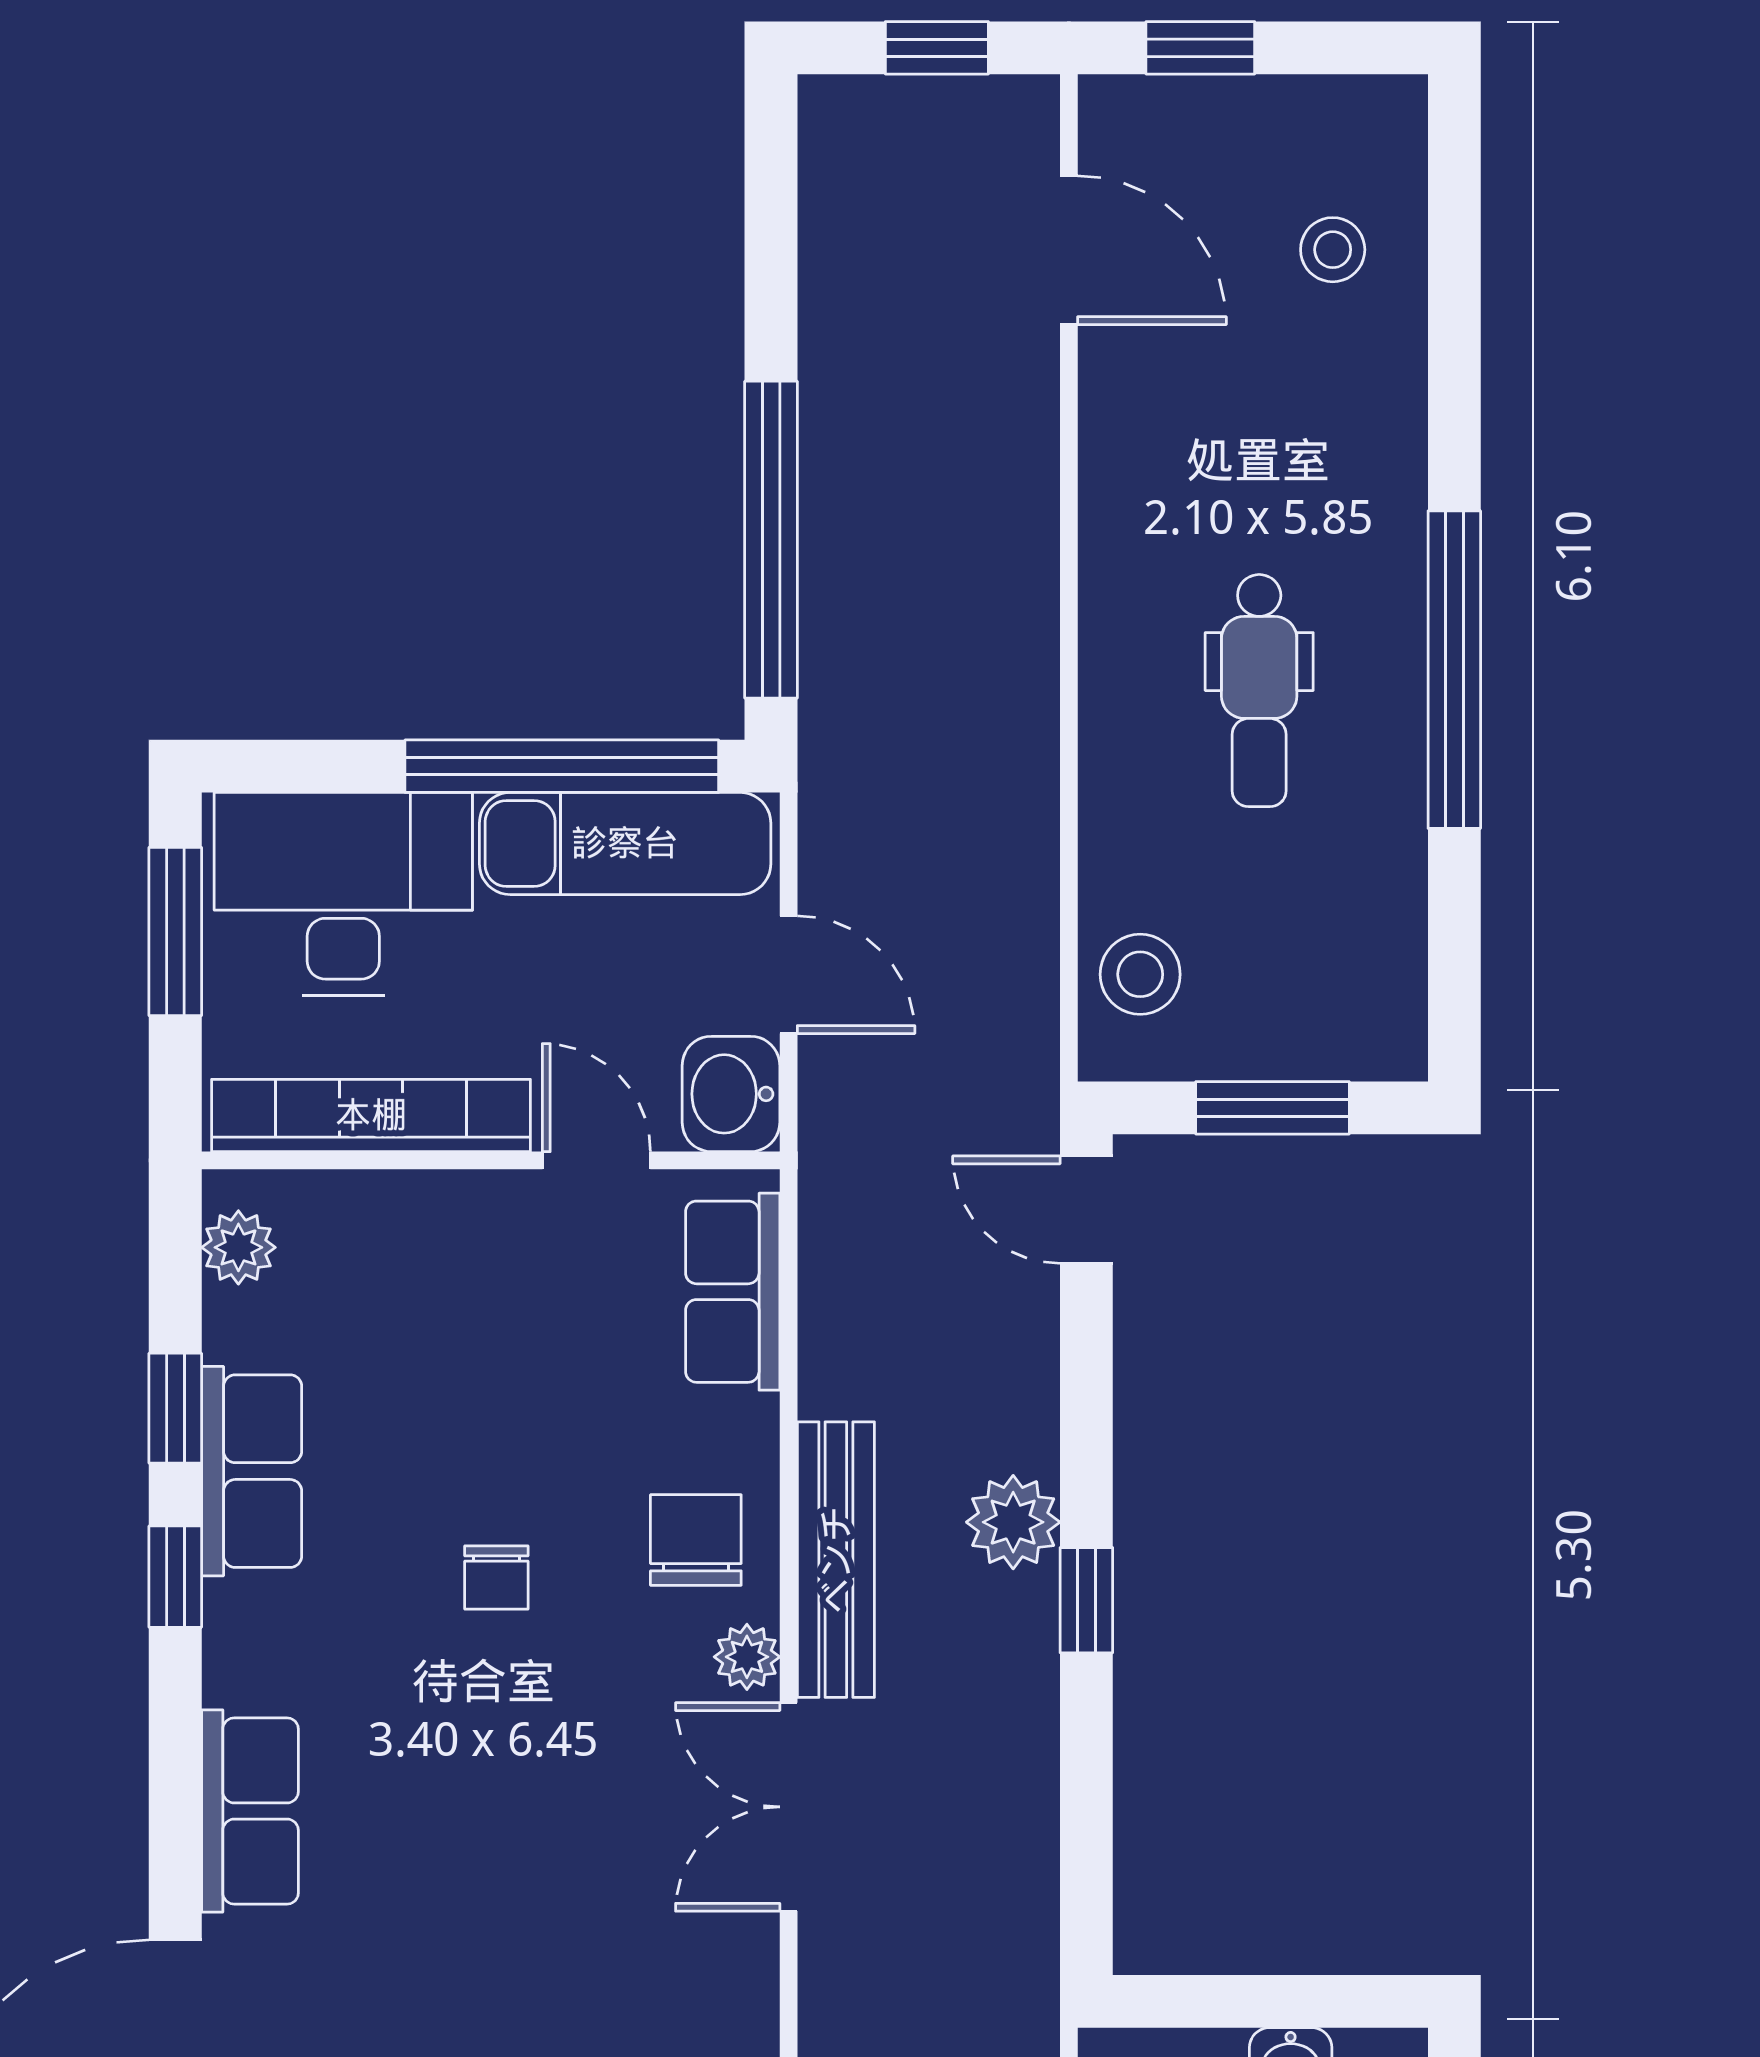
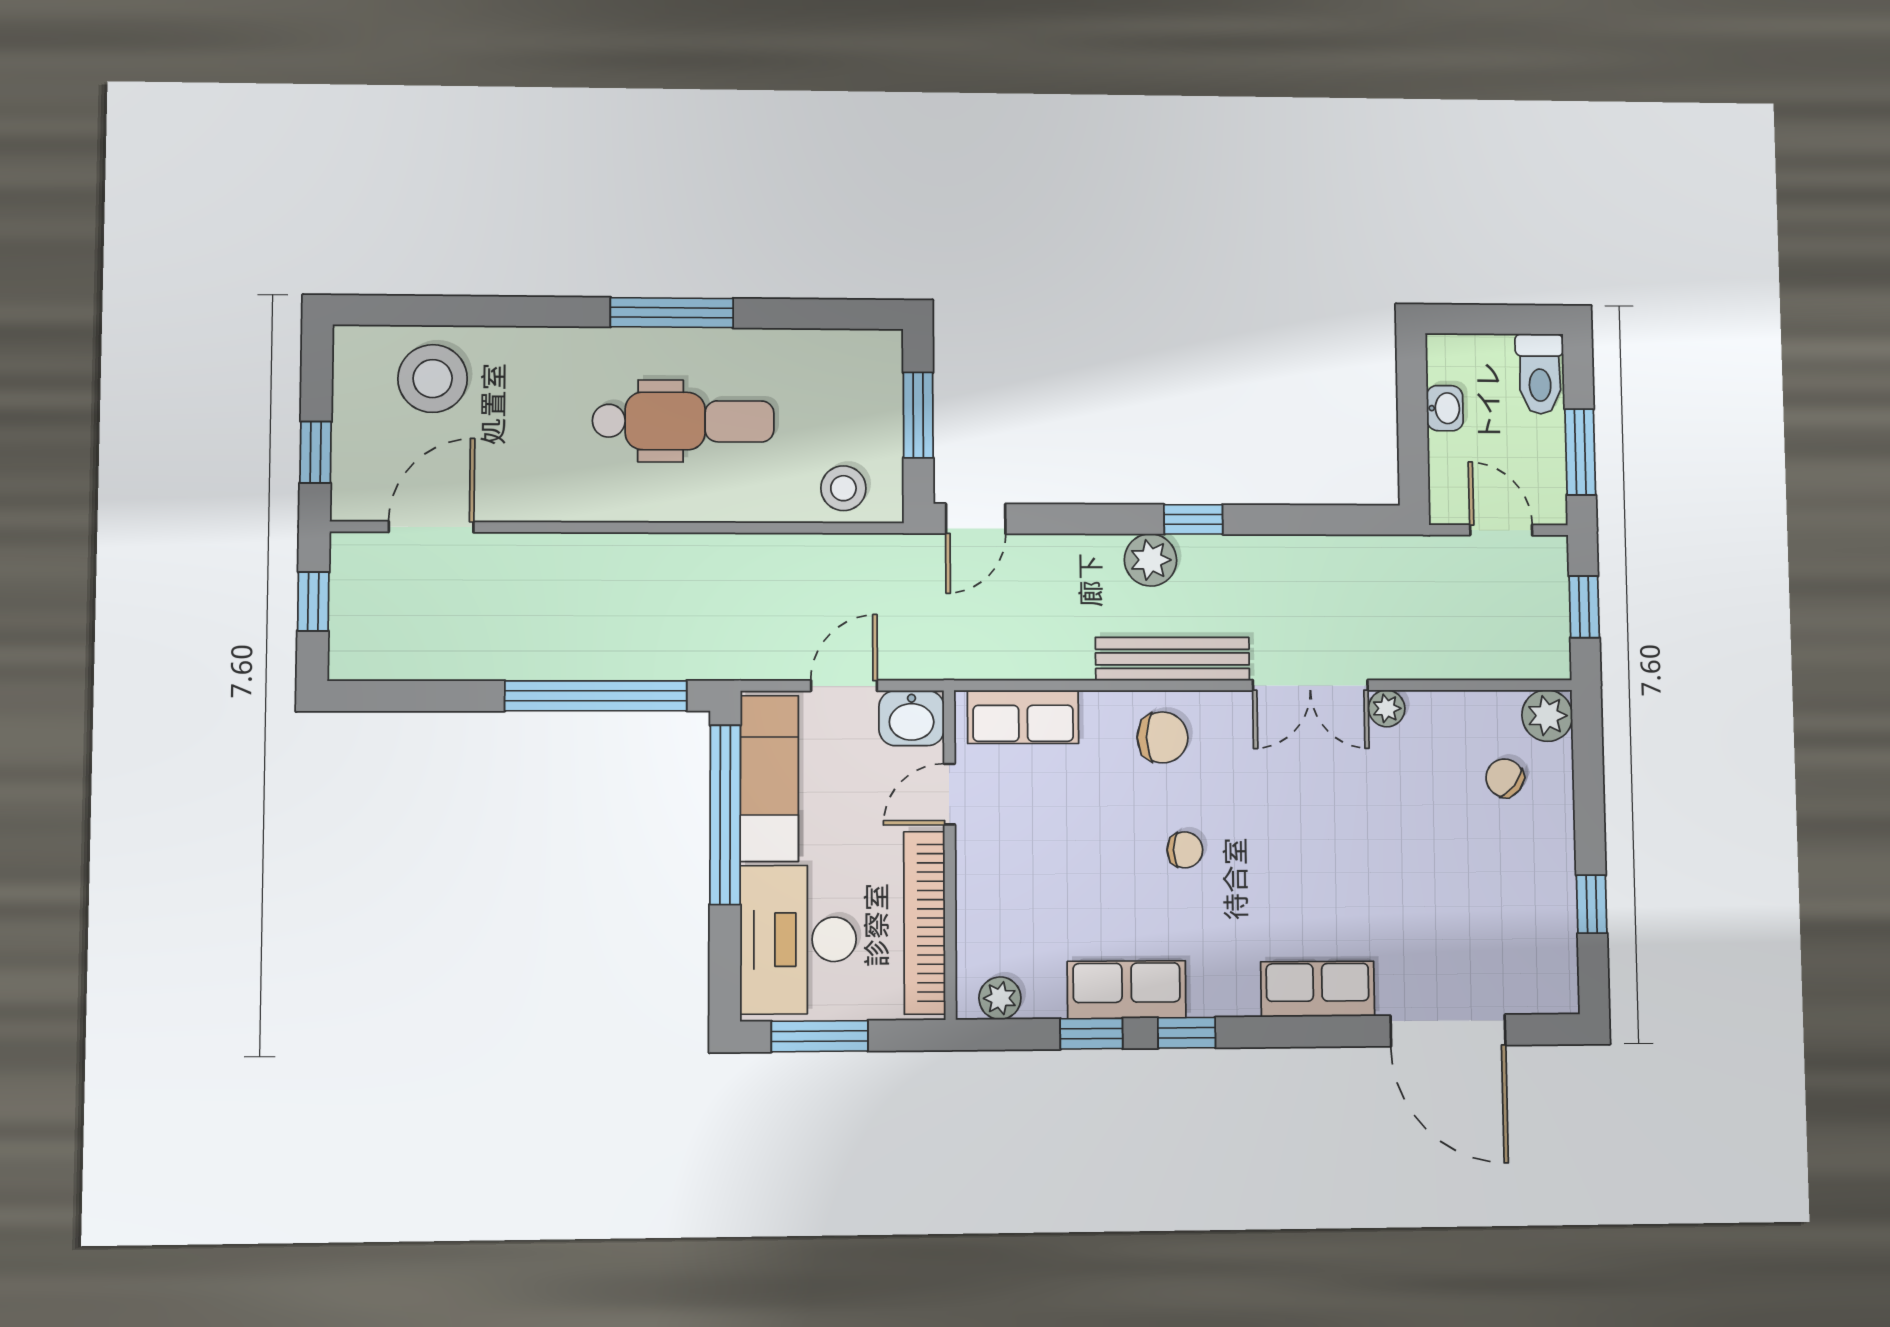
stool: (1333, 250) -> (433, 379), width x1.89, depth x1.89
window: (1454, 670) -> (672, 313), width x0.68
dental chair: (1259, 691) -> (683, 421), width x1.36, depth x1.38
chair: (696, 1540) -> (1163, 737), turned 180
plant: (747, 1657) -> (1387, 708), moved

